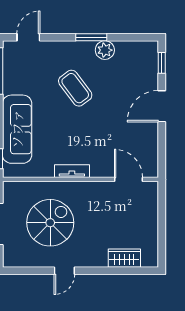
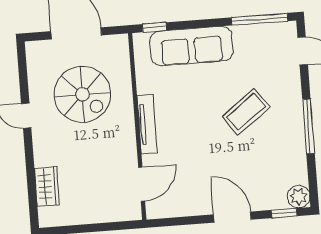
window: (91, 37) -> (308, 126), width x1.44
plant: (105, 50) -> (298, 197), moved
tv unit: (72, 171) -> (147, 124), width x1.41

